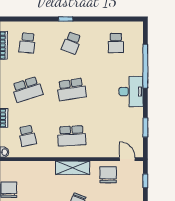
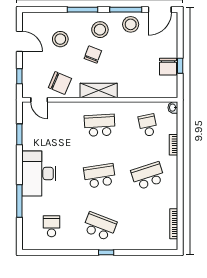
school desk: (27, 43) -> (148, 226), removed
school desk: (72, 43) -> (100, 226), width x1.85
window: (145, 66) -> (19, 201), width x0.68
desk: (131, 92) -> (39, 174), width x1.36, depth x1.30
chair: (108, 175) -> (60, 83), turned -67

